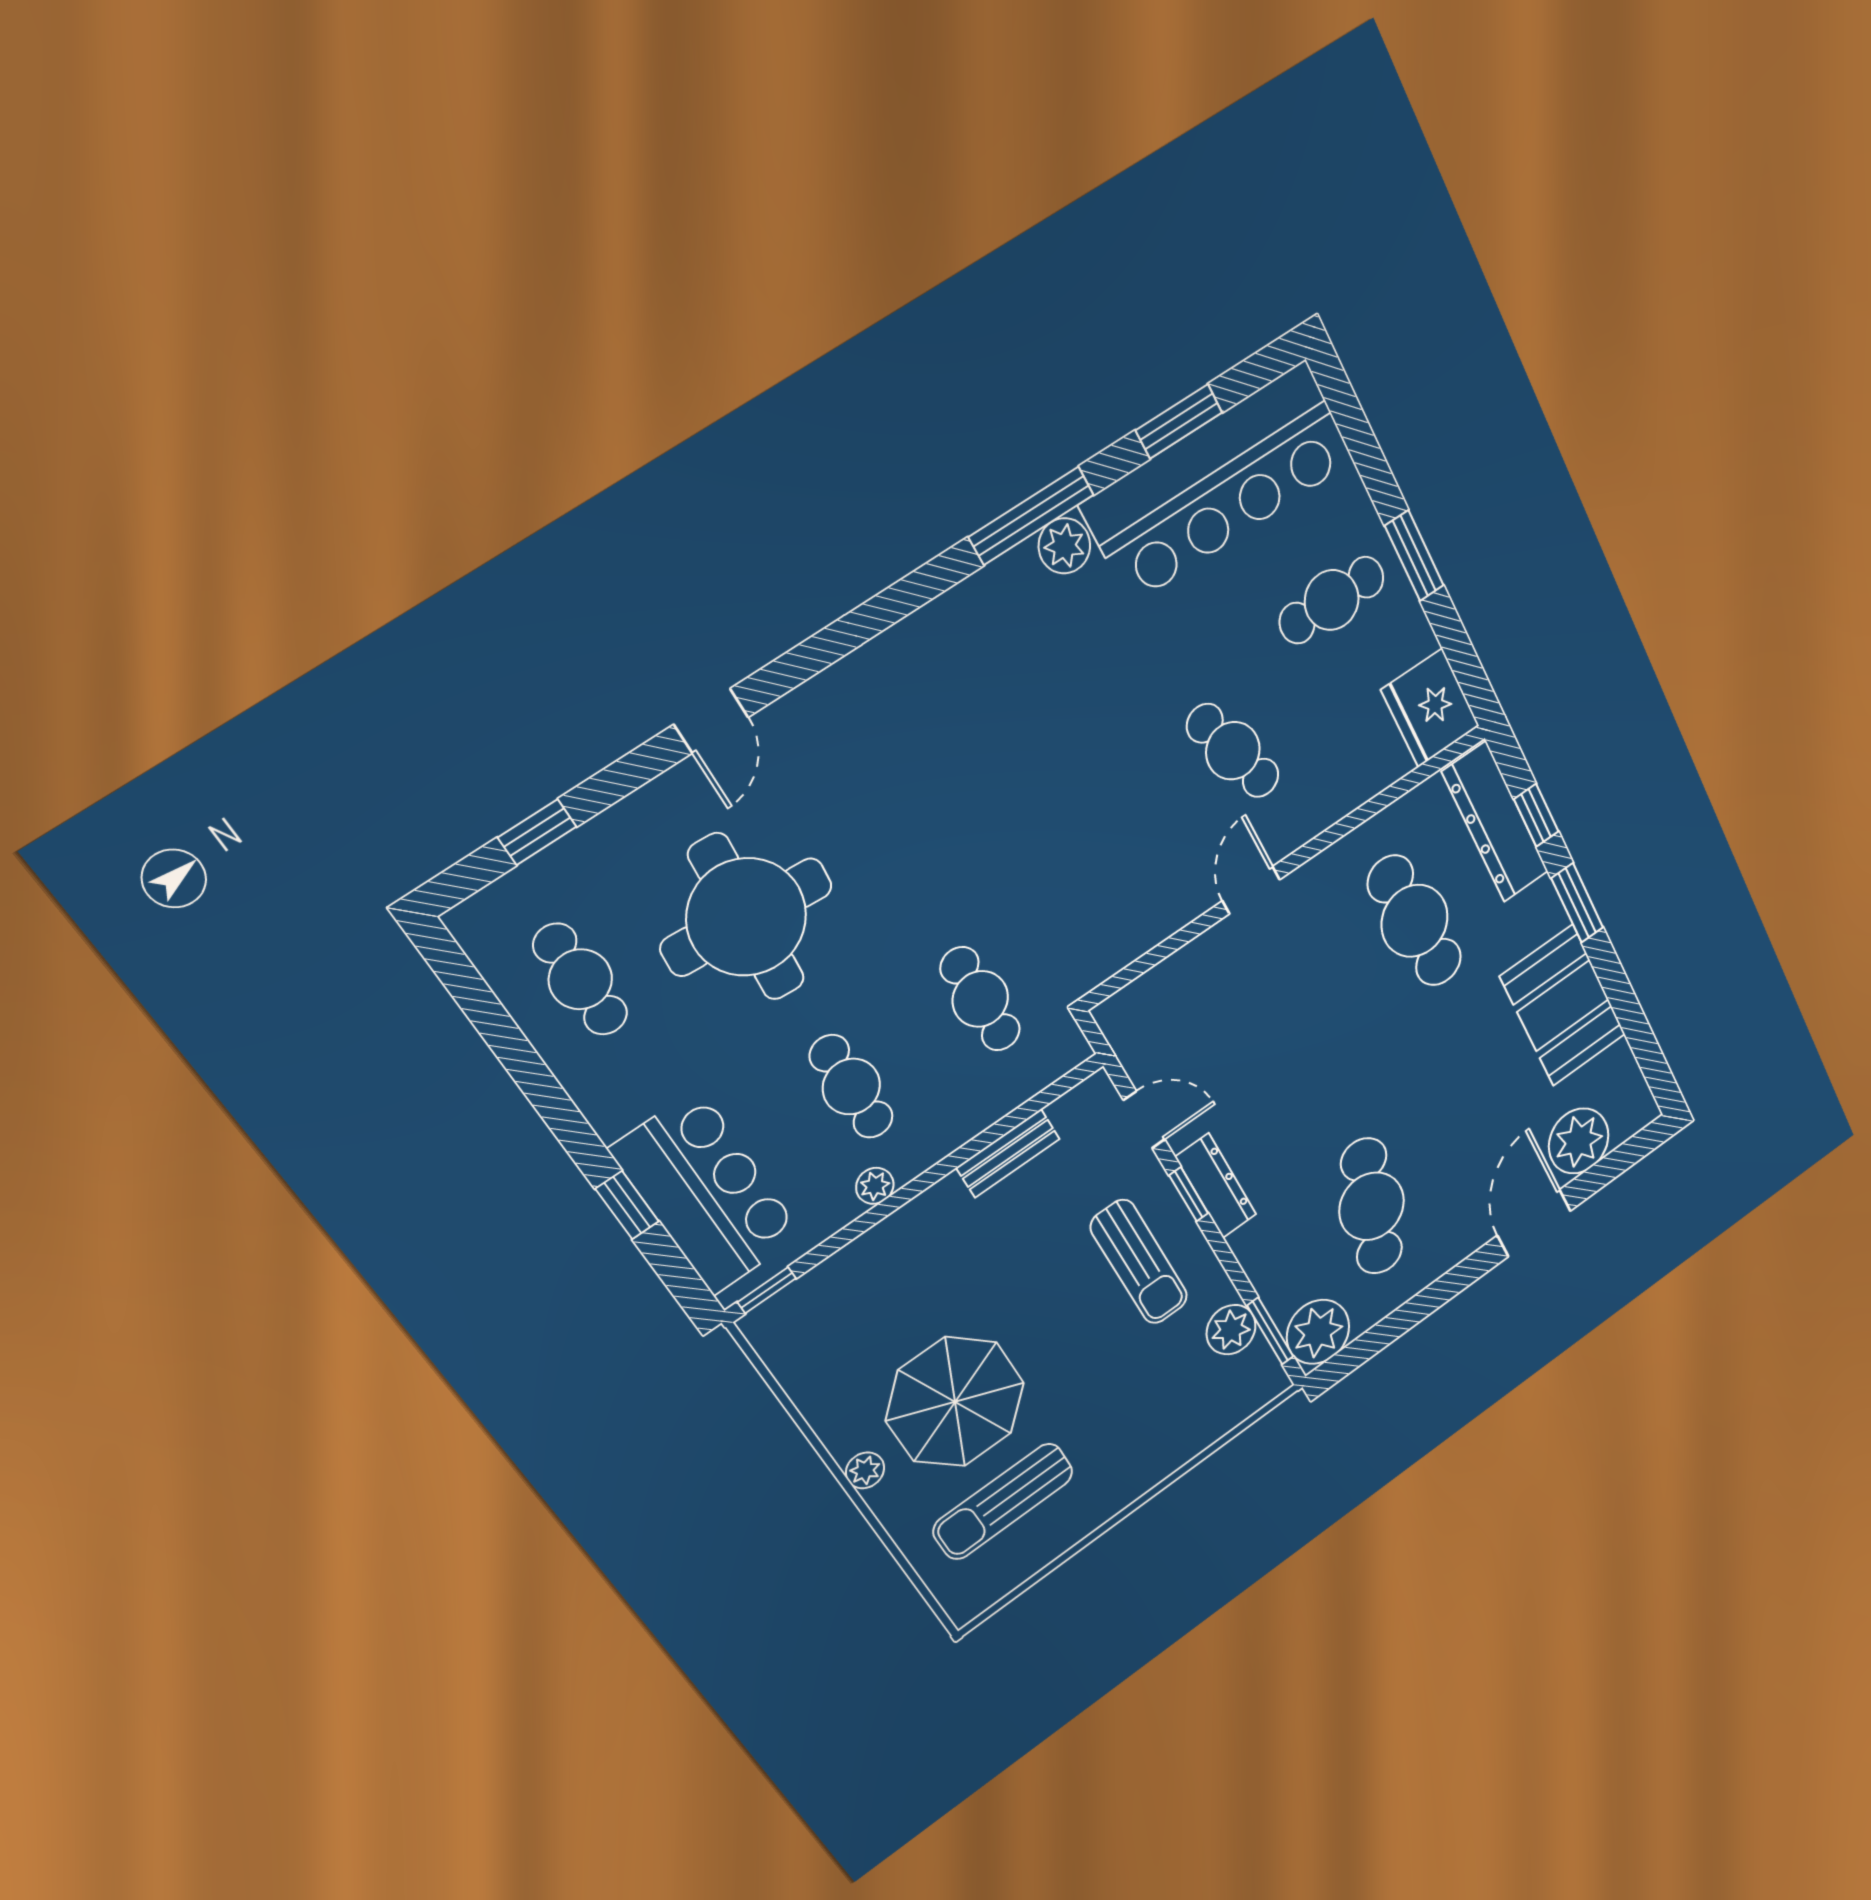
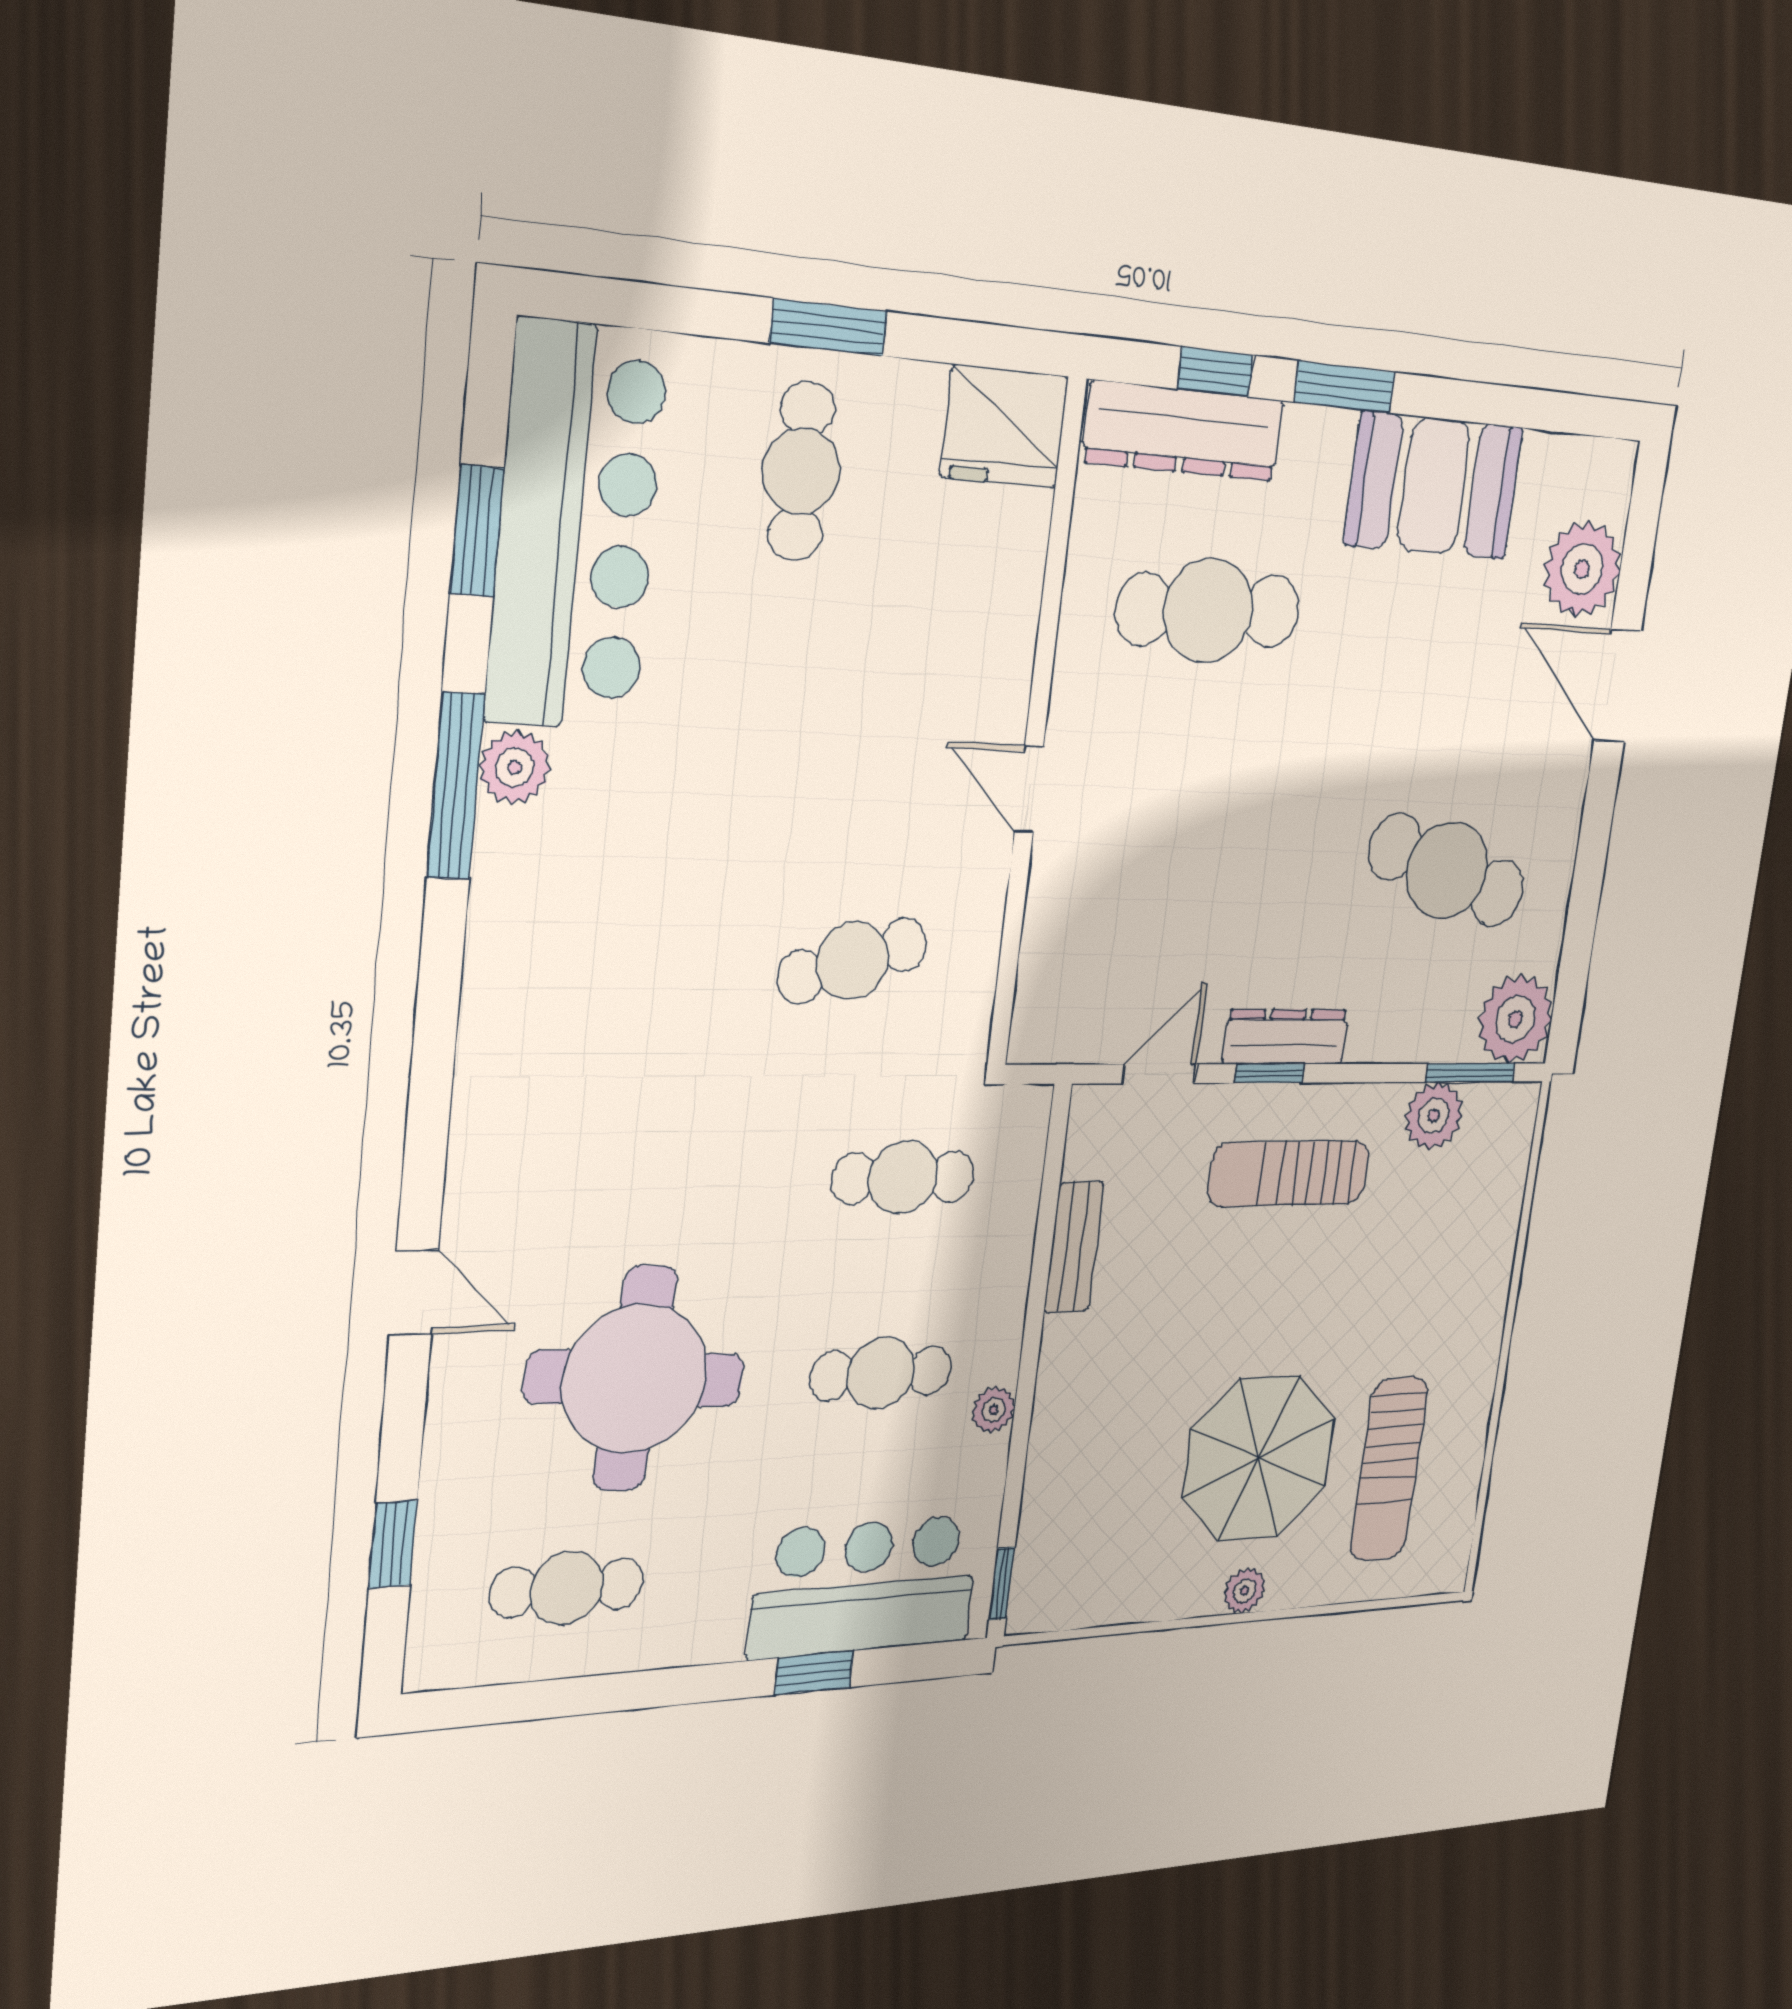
cafe table: (1233, 751) -> (852, 961), moved
sun lounger: (1139, 1262) -> (1289, 1174), turned 180

